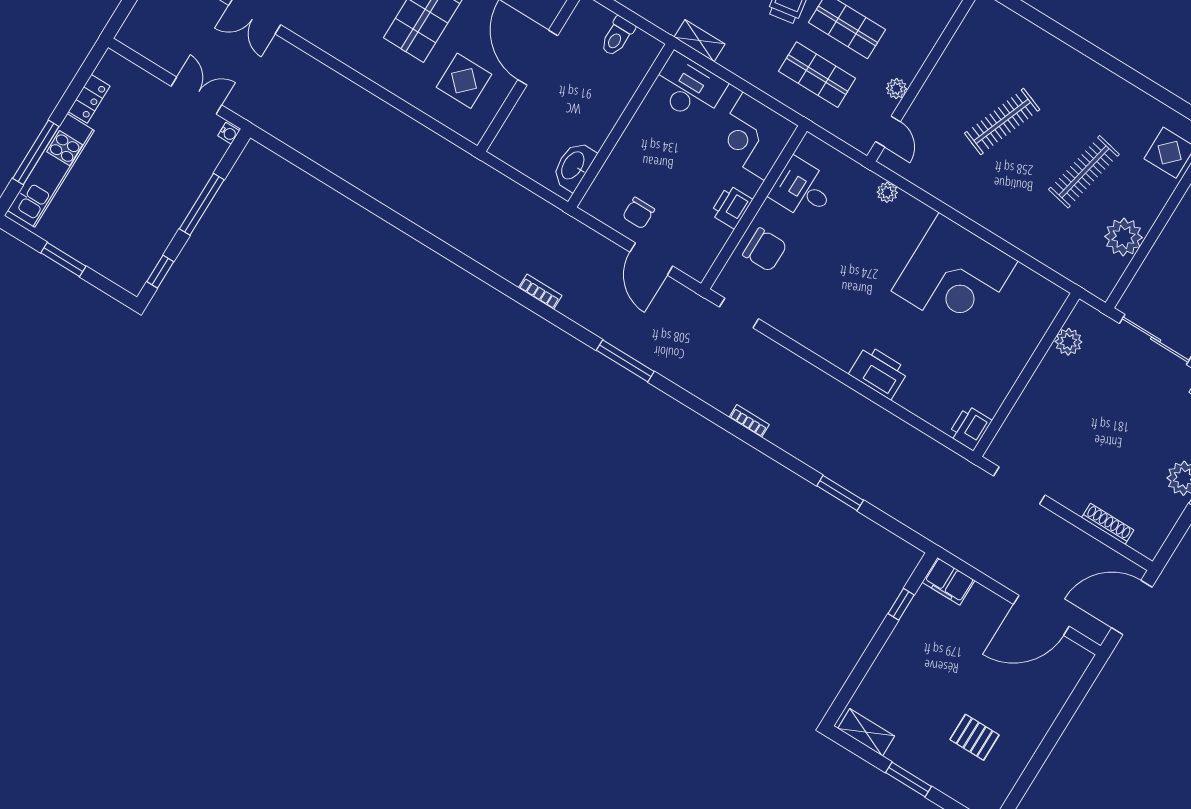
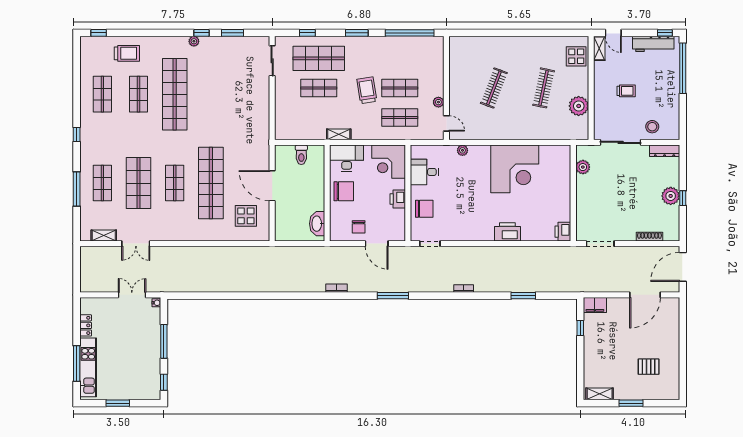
chair: (650, 139) -> (344, 191), added

